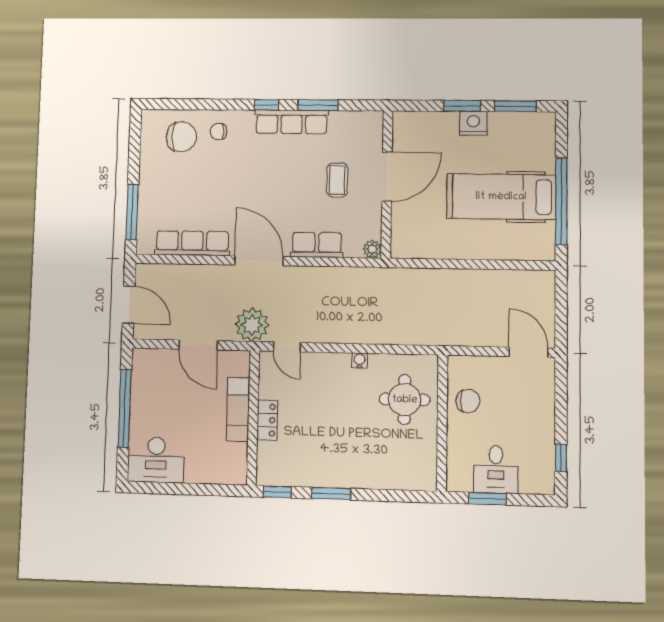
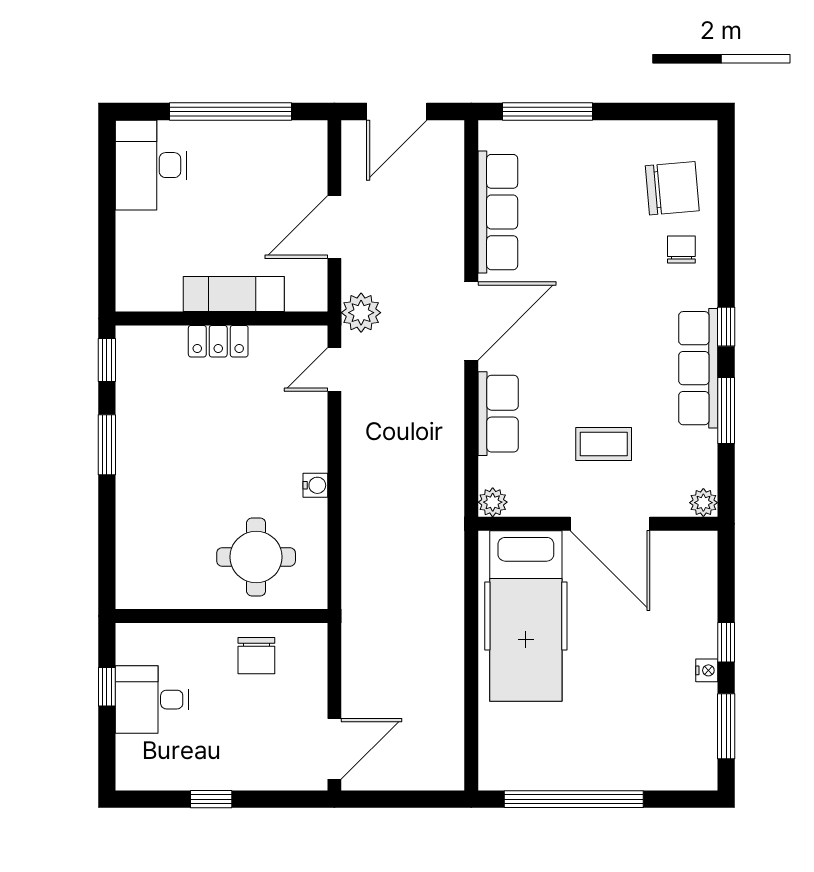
window: (462, 106) -> (726, 642), width x0.67
plant: (375, 119) -> (703, 503), added
nightstand: (473, 123) -> (707, 670), width x0.53, depth x0.56
chair: (181, 137) -> (672, 188), turned -95
hospital bed: (501, 197) -> (526, 616), moved, turned 180
plant: (252, 325) -> (361, 313), width x0.73, depth x0.73
window: (561, 458) -> (211, 799), moved
window: (487, 499) -> (107, 687), width x0.67

